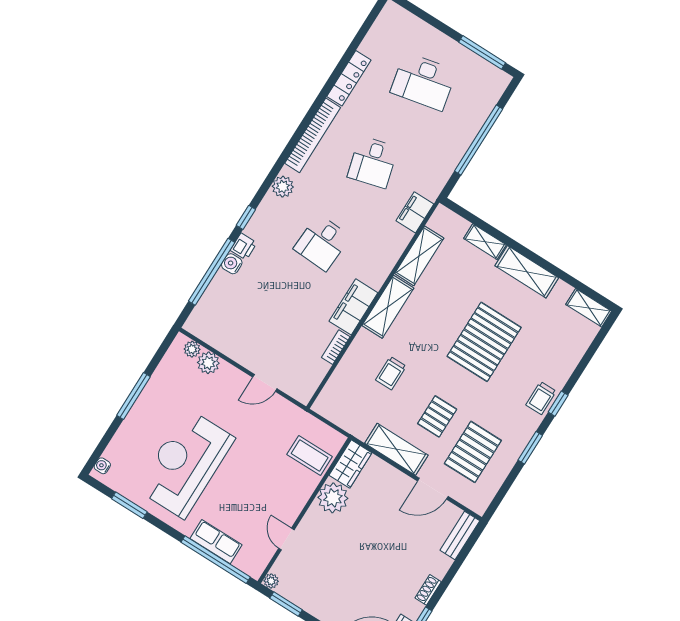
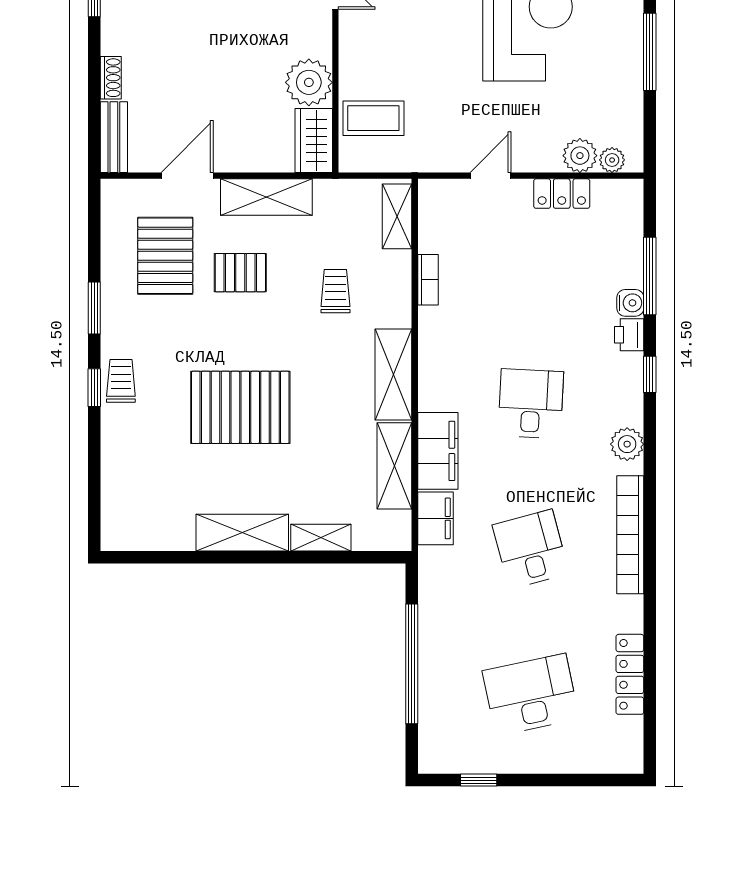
window: (482, 52) -> (479, 780), width x0.46
locker: (349, 78) -> (630, 674), moved
window: (212, 272) -> (650, 276), width x0.68
filing cabinet: (353, 307) -> (438, 451), moved
shelving: (589, 308) -> (397, 216), moved, turned 90
pallet: (484, 342) -> (240, 407), turned 90
locker: (232, 348) -> (562, 194), added
pallet: (437, 416) -> (240, 273), turned 90
shoe rack: (428, 590) -> (111, 78), moved

